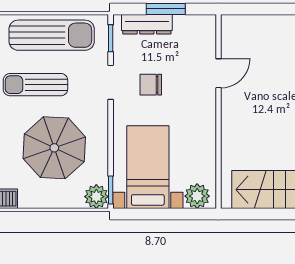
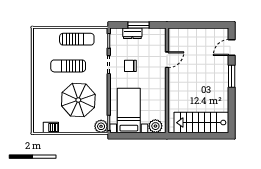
dresser: (147, 24) -> (132, 33), width x0.70
sun lounger: (52, 35) -> (77, 39), width x0.73, depth x0.75

